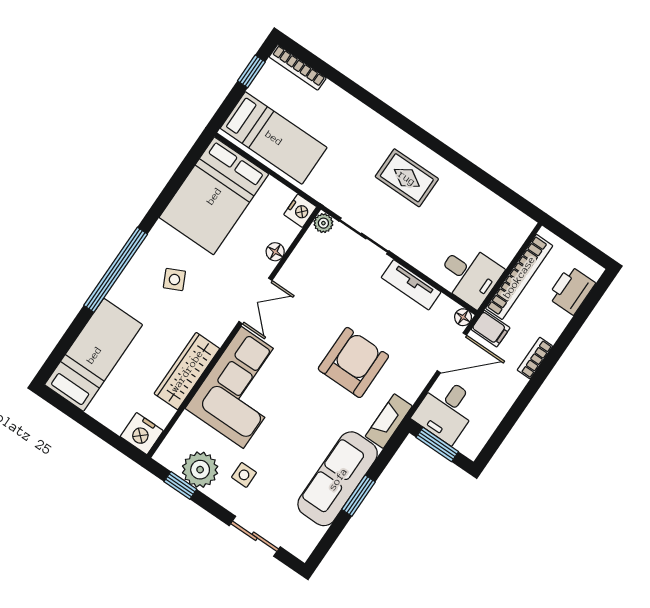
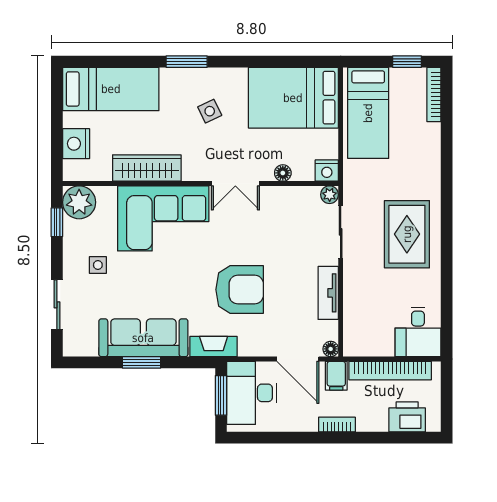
rug: (407, 178) -> (407, 234), width x1.36, depth x1.43
window: (116, 270) -> (187, 62), width x0.47
desk: (469, 275) -> (418, 332), moved
desk: (446, 410) -> (252, 393), width x1.37
nightstand: (142, 434) -> (76, 144), moved
plant: (200, 470) -> (79, 202), moved

